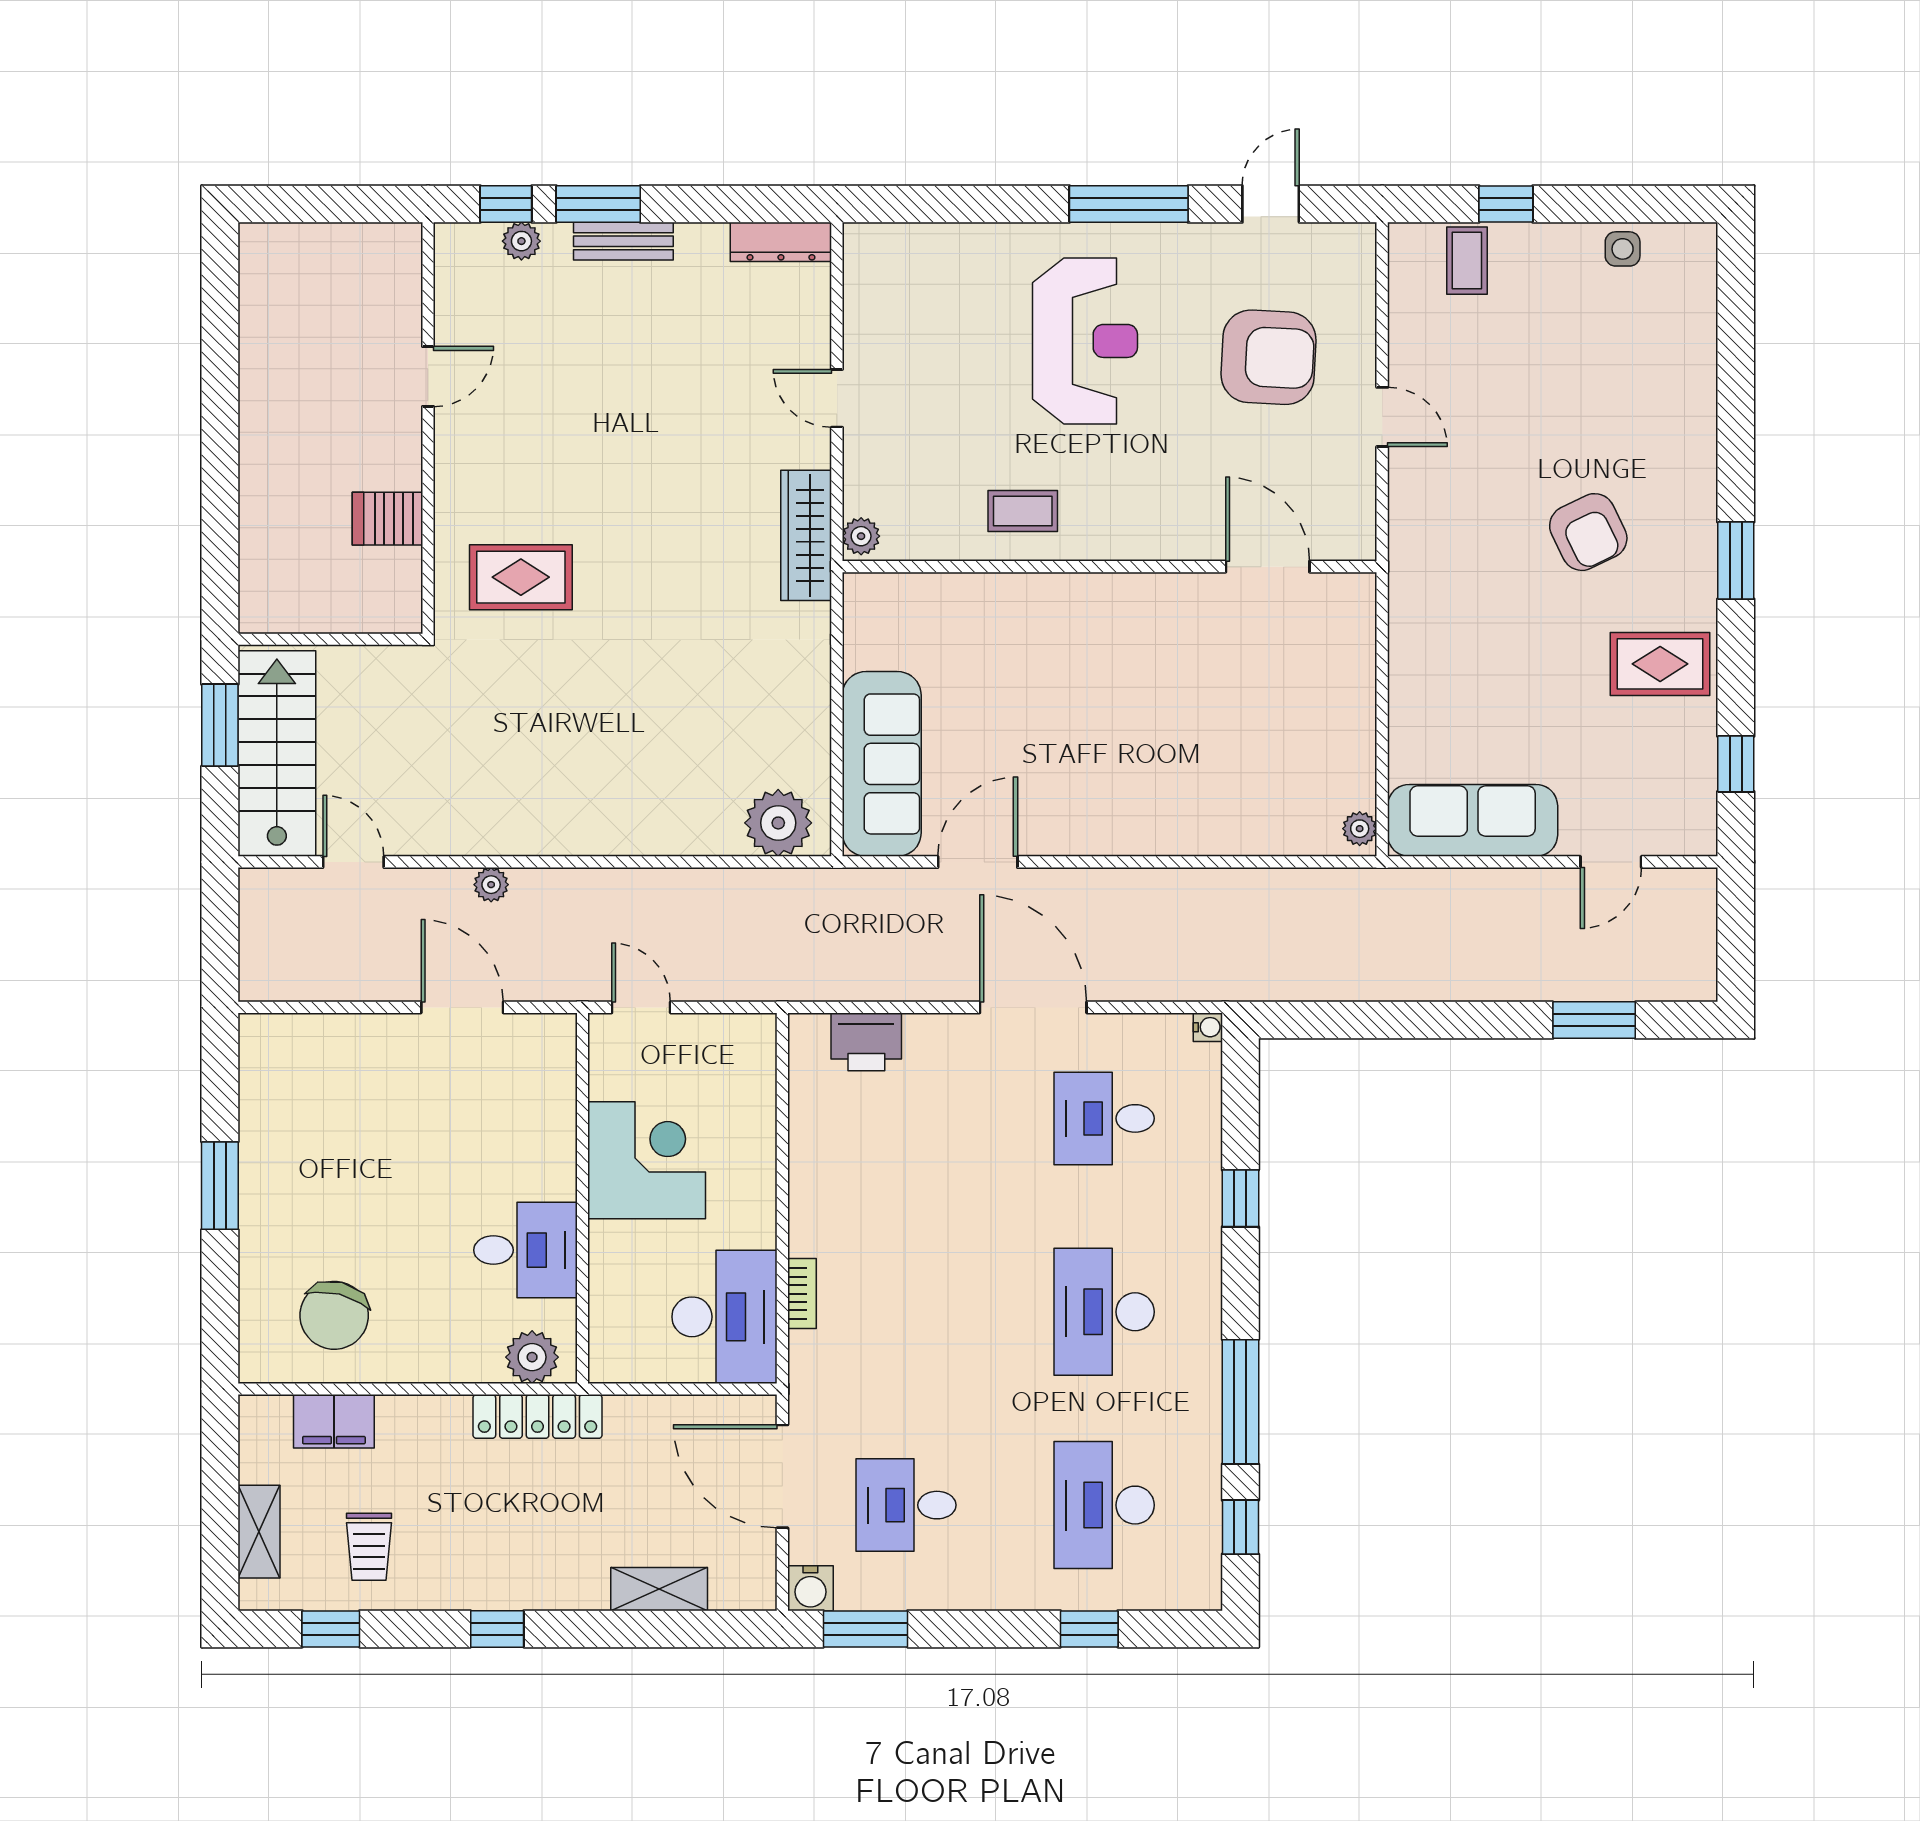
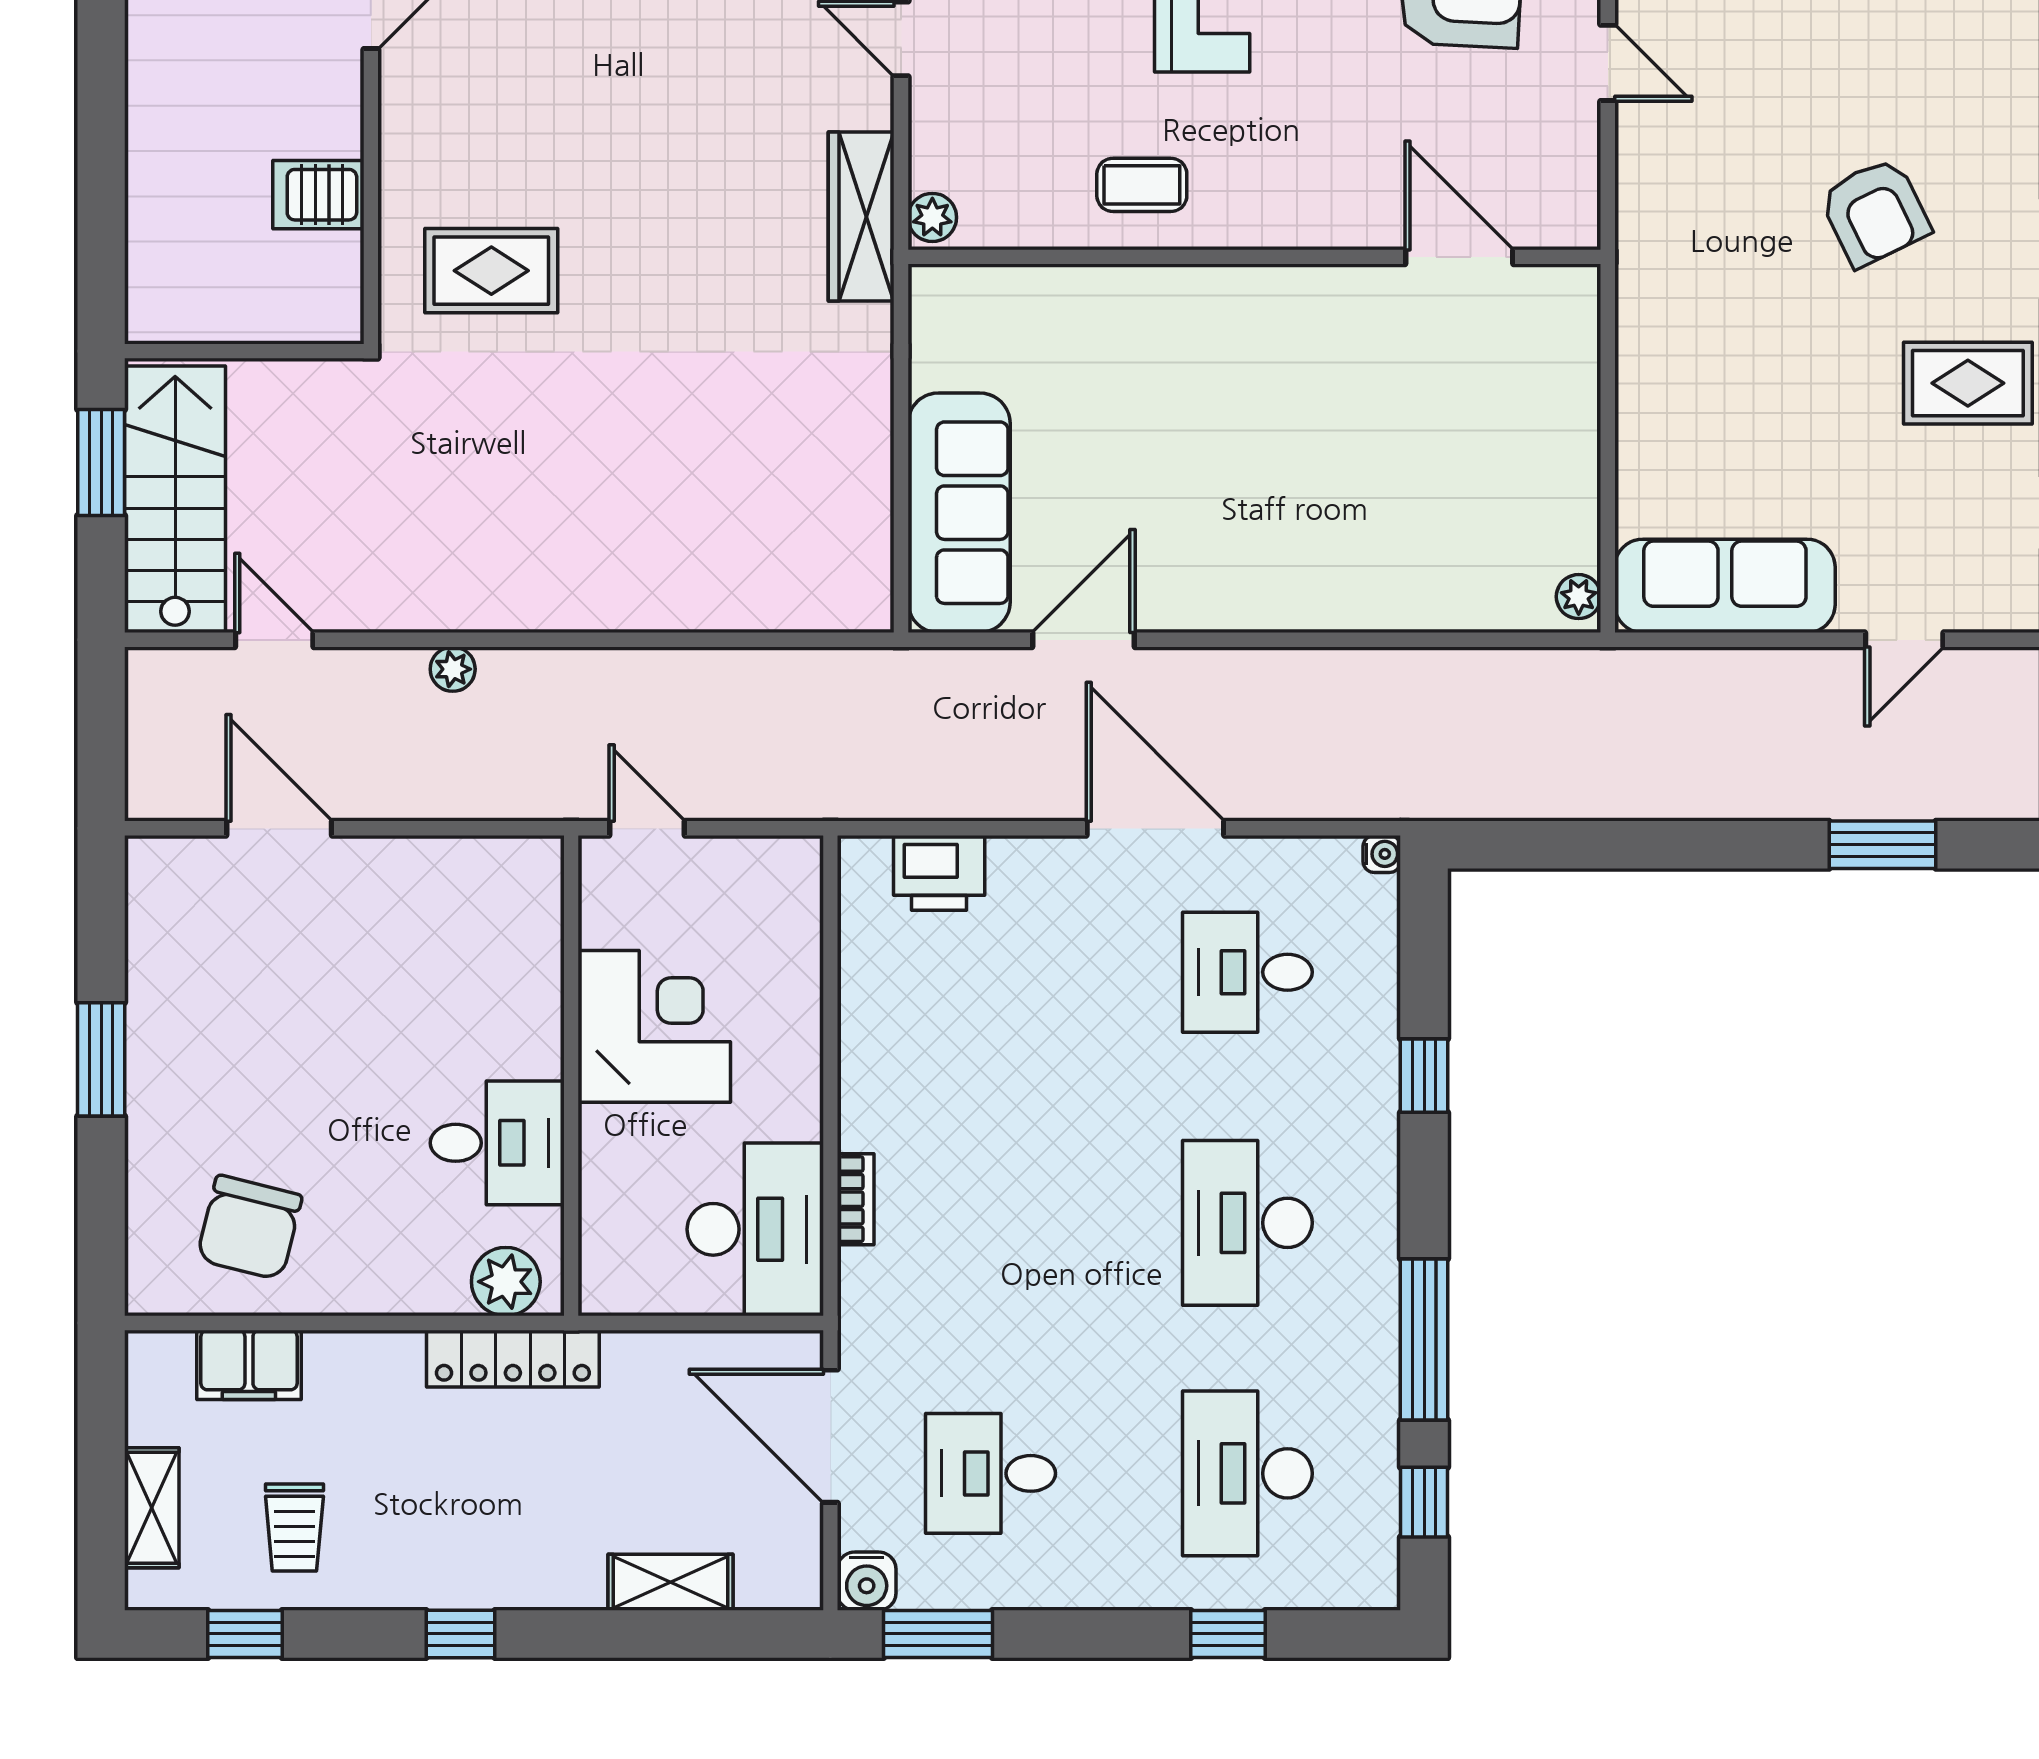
plant: (778, 823) -> (825, 589), removed
door: (462, 1007) -> (279, 828), moved

